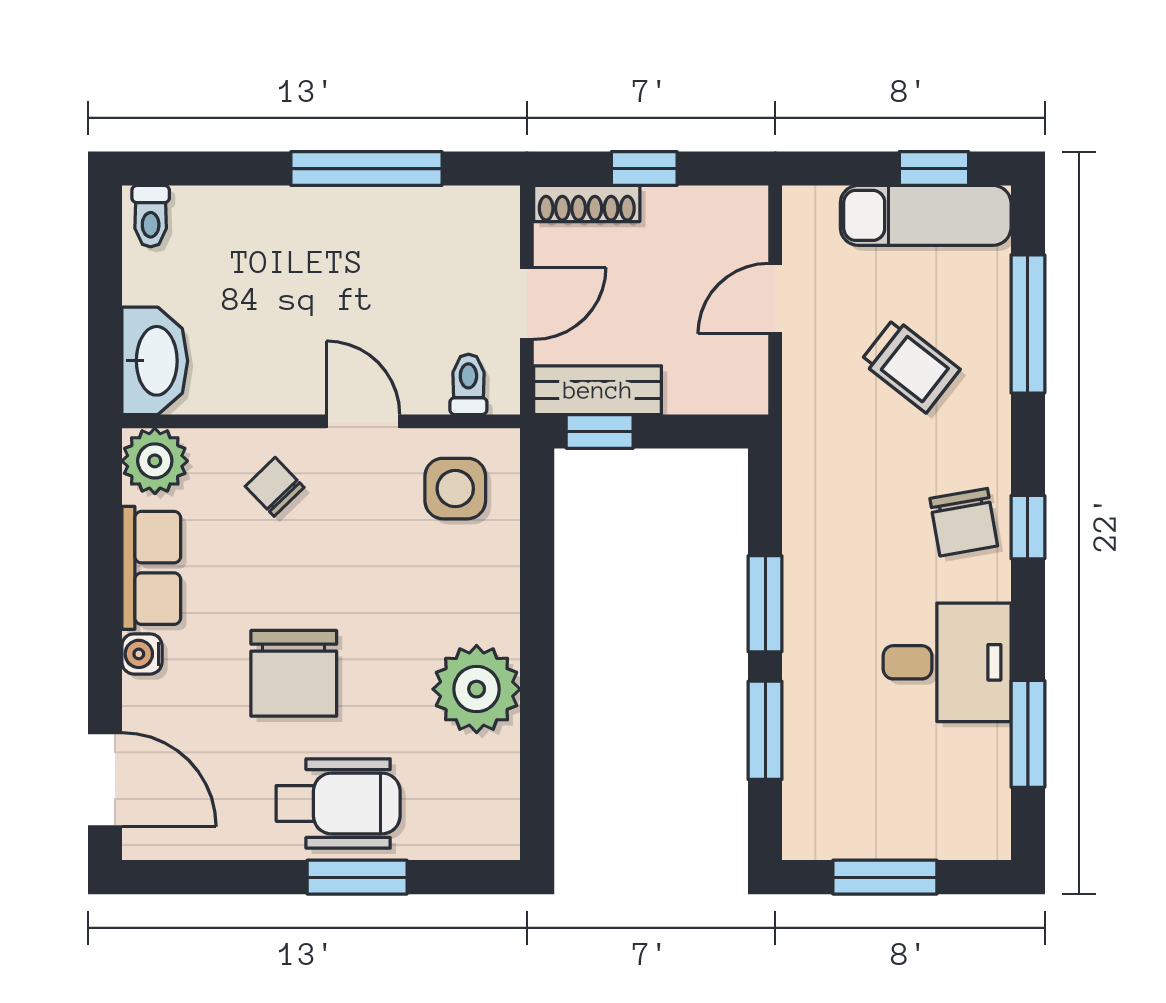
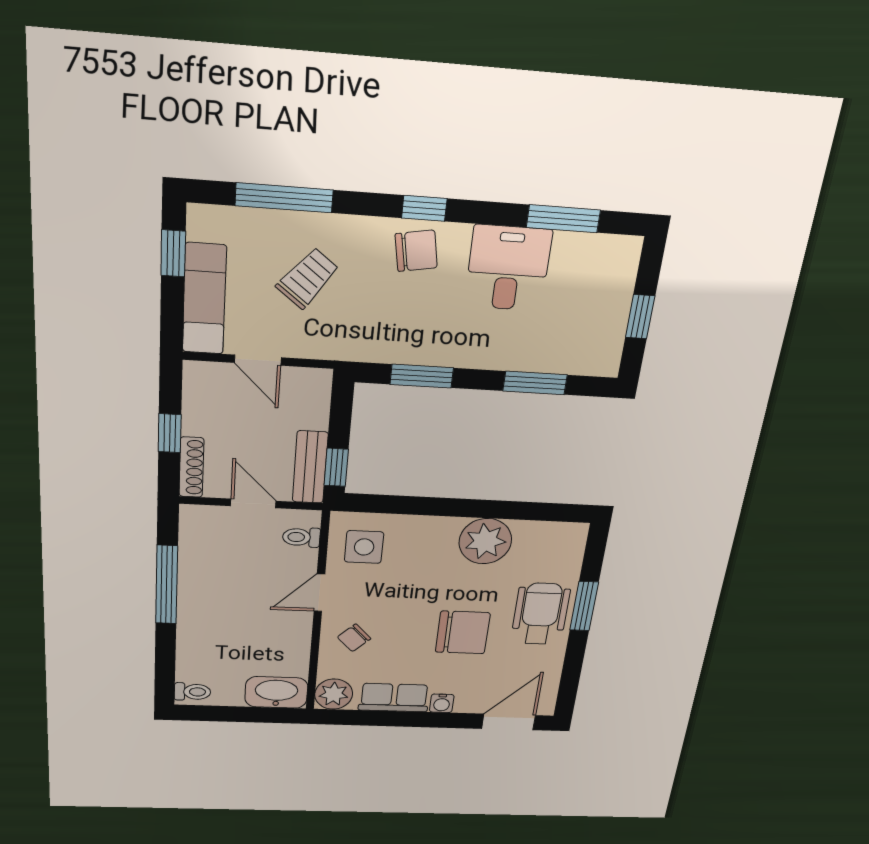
exam couch: (926, 215) -> (204, 299), moved
window: (765, 604) -> (422, 376), moved
window: (885, 877) -> (640, 317), width x0.67

